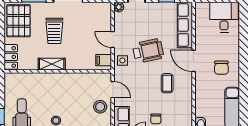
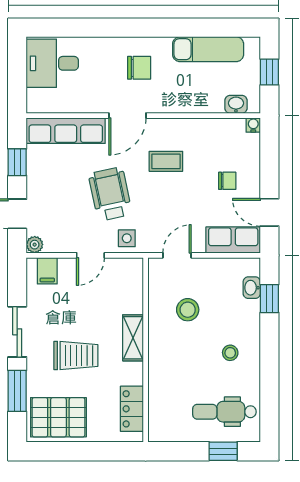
locker: (11, 57) -> (132, 409), moved, turned -90
filing cabinet: (104, 60) -> (47, 271), moved
shelving: (52, 64) -> (133, 338), moved
stool: (100, 107) -> (188, 310), moved

